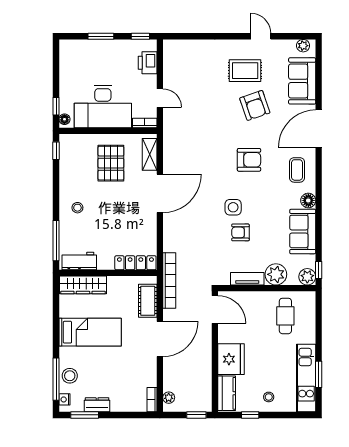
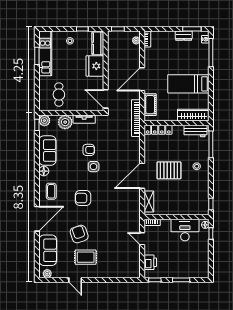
desk: (103, 106) -> (185, 230), width x0.73, depth x0.77
pallet: (111, 163) -> (169, 170), moved, turned 90
stool: (70, 376) -> (202, 55), removed

